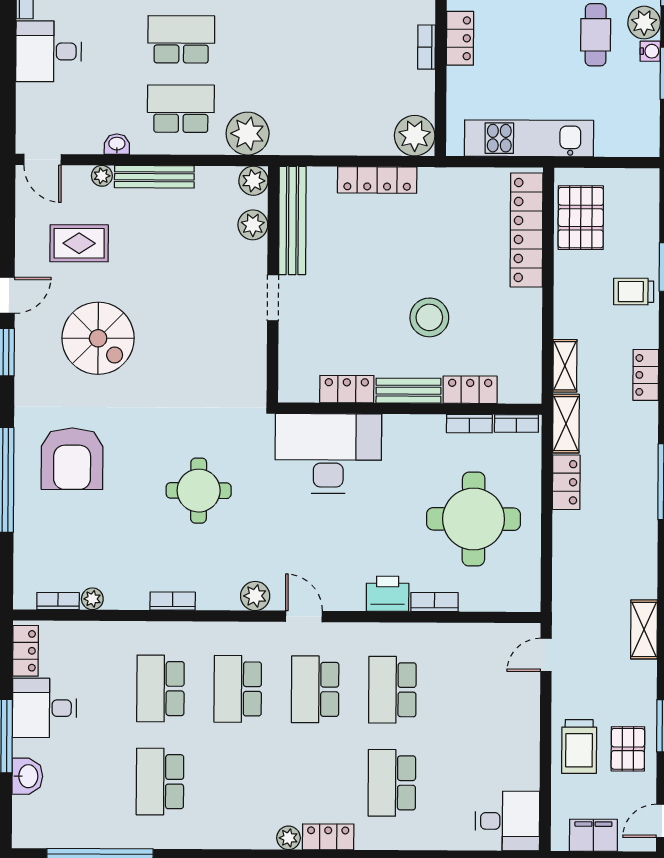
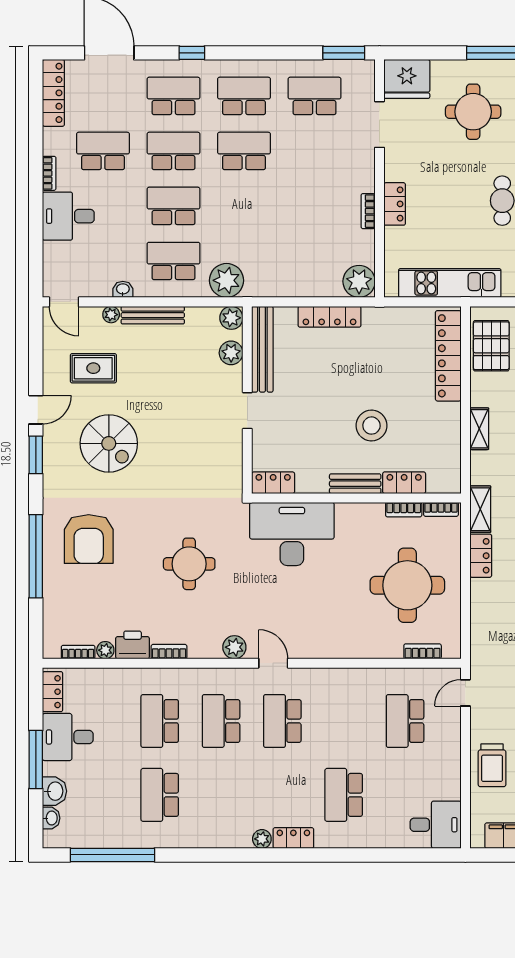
shelving: (565, 366) -> (479, 429), moved
locker: (347, 389) -> (273, 483), moved
printer: (388, 594) -> (133, 645), moved
bookcase: (435, 602) -> (423, 651), moved
school desk: (392, 690) -> (405, 721), moved
washbasin: (23, 810) -> (51, 818), added

